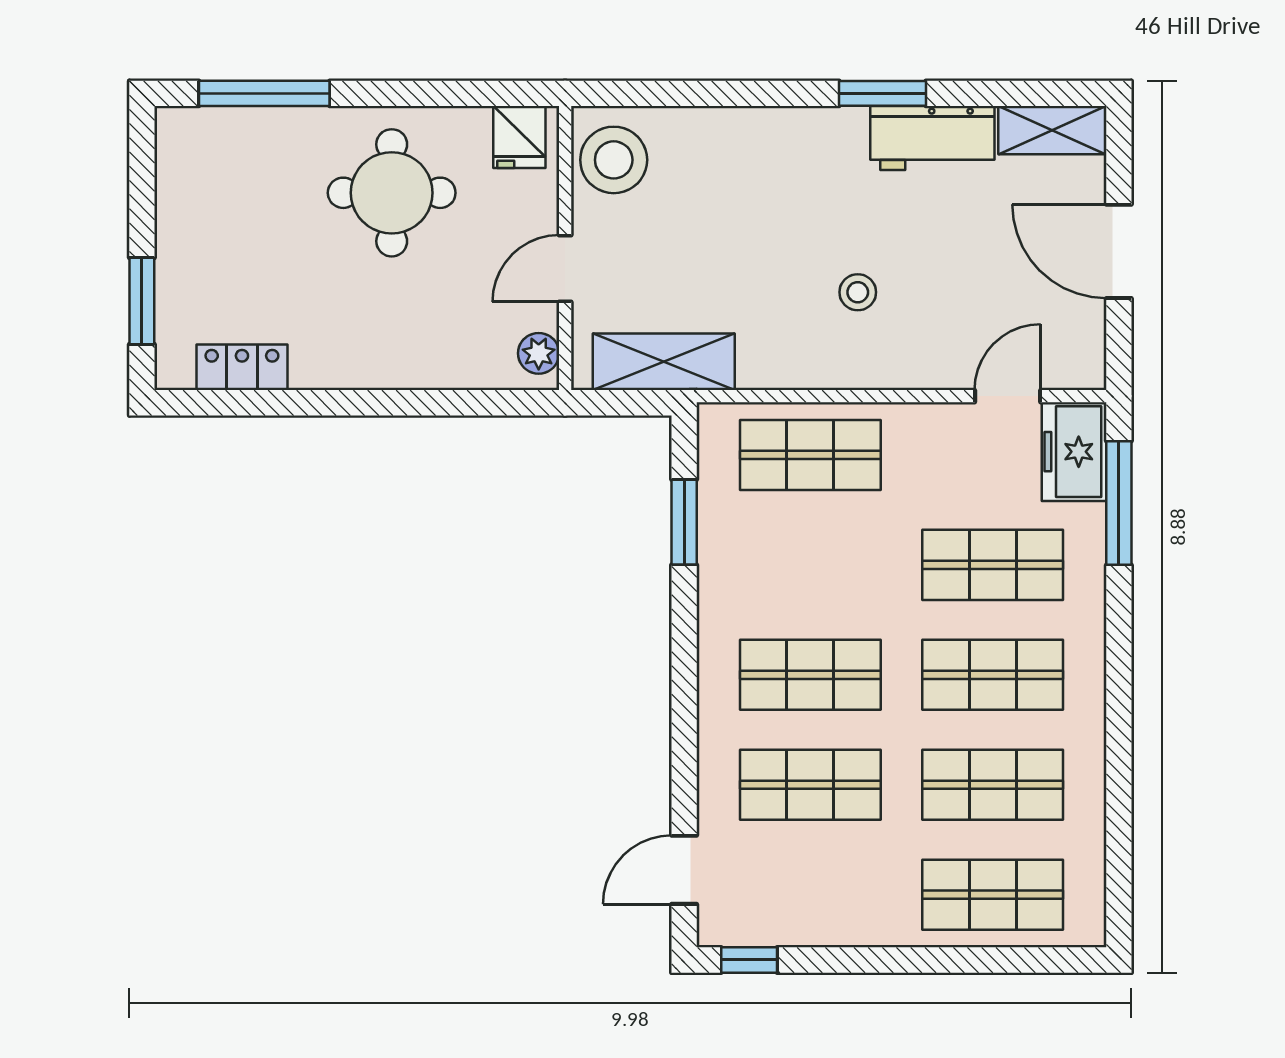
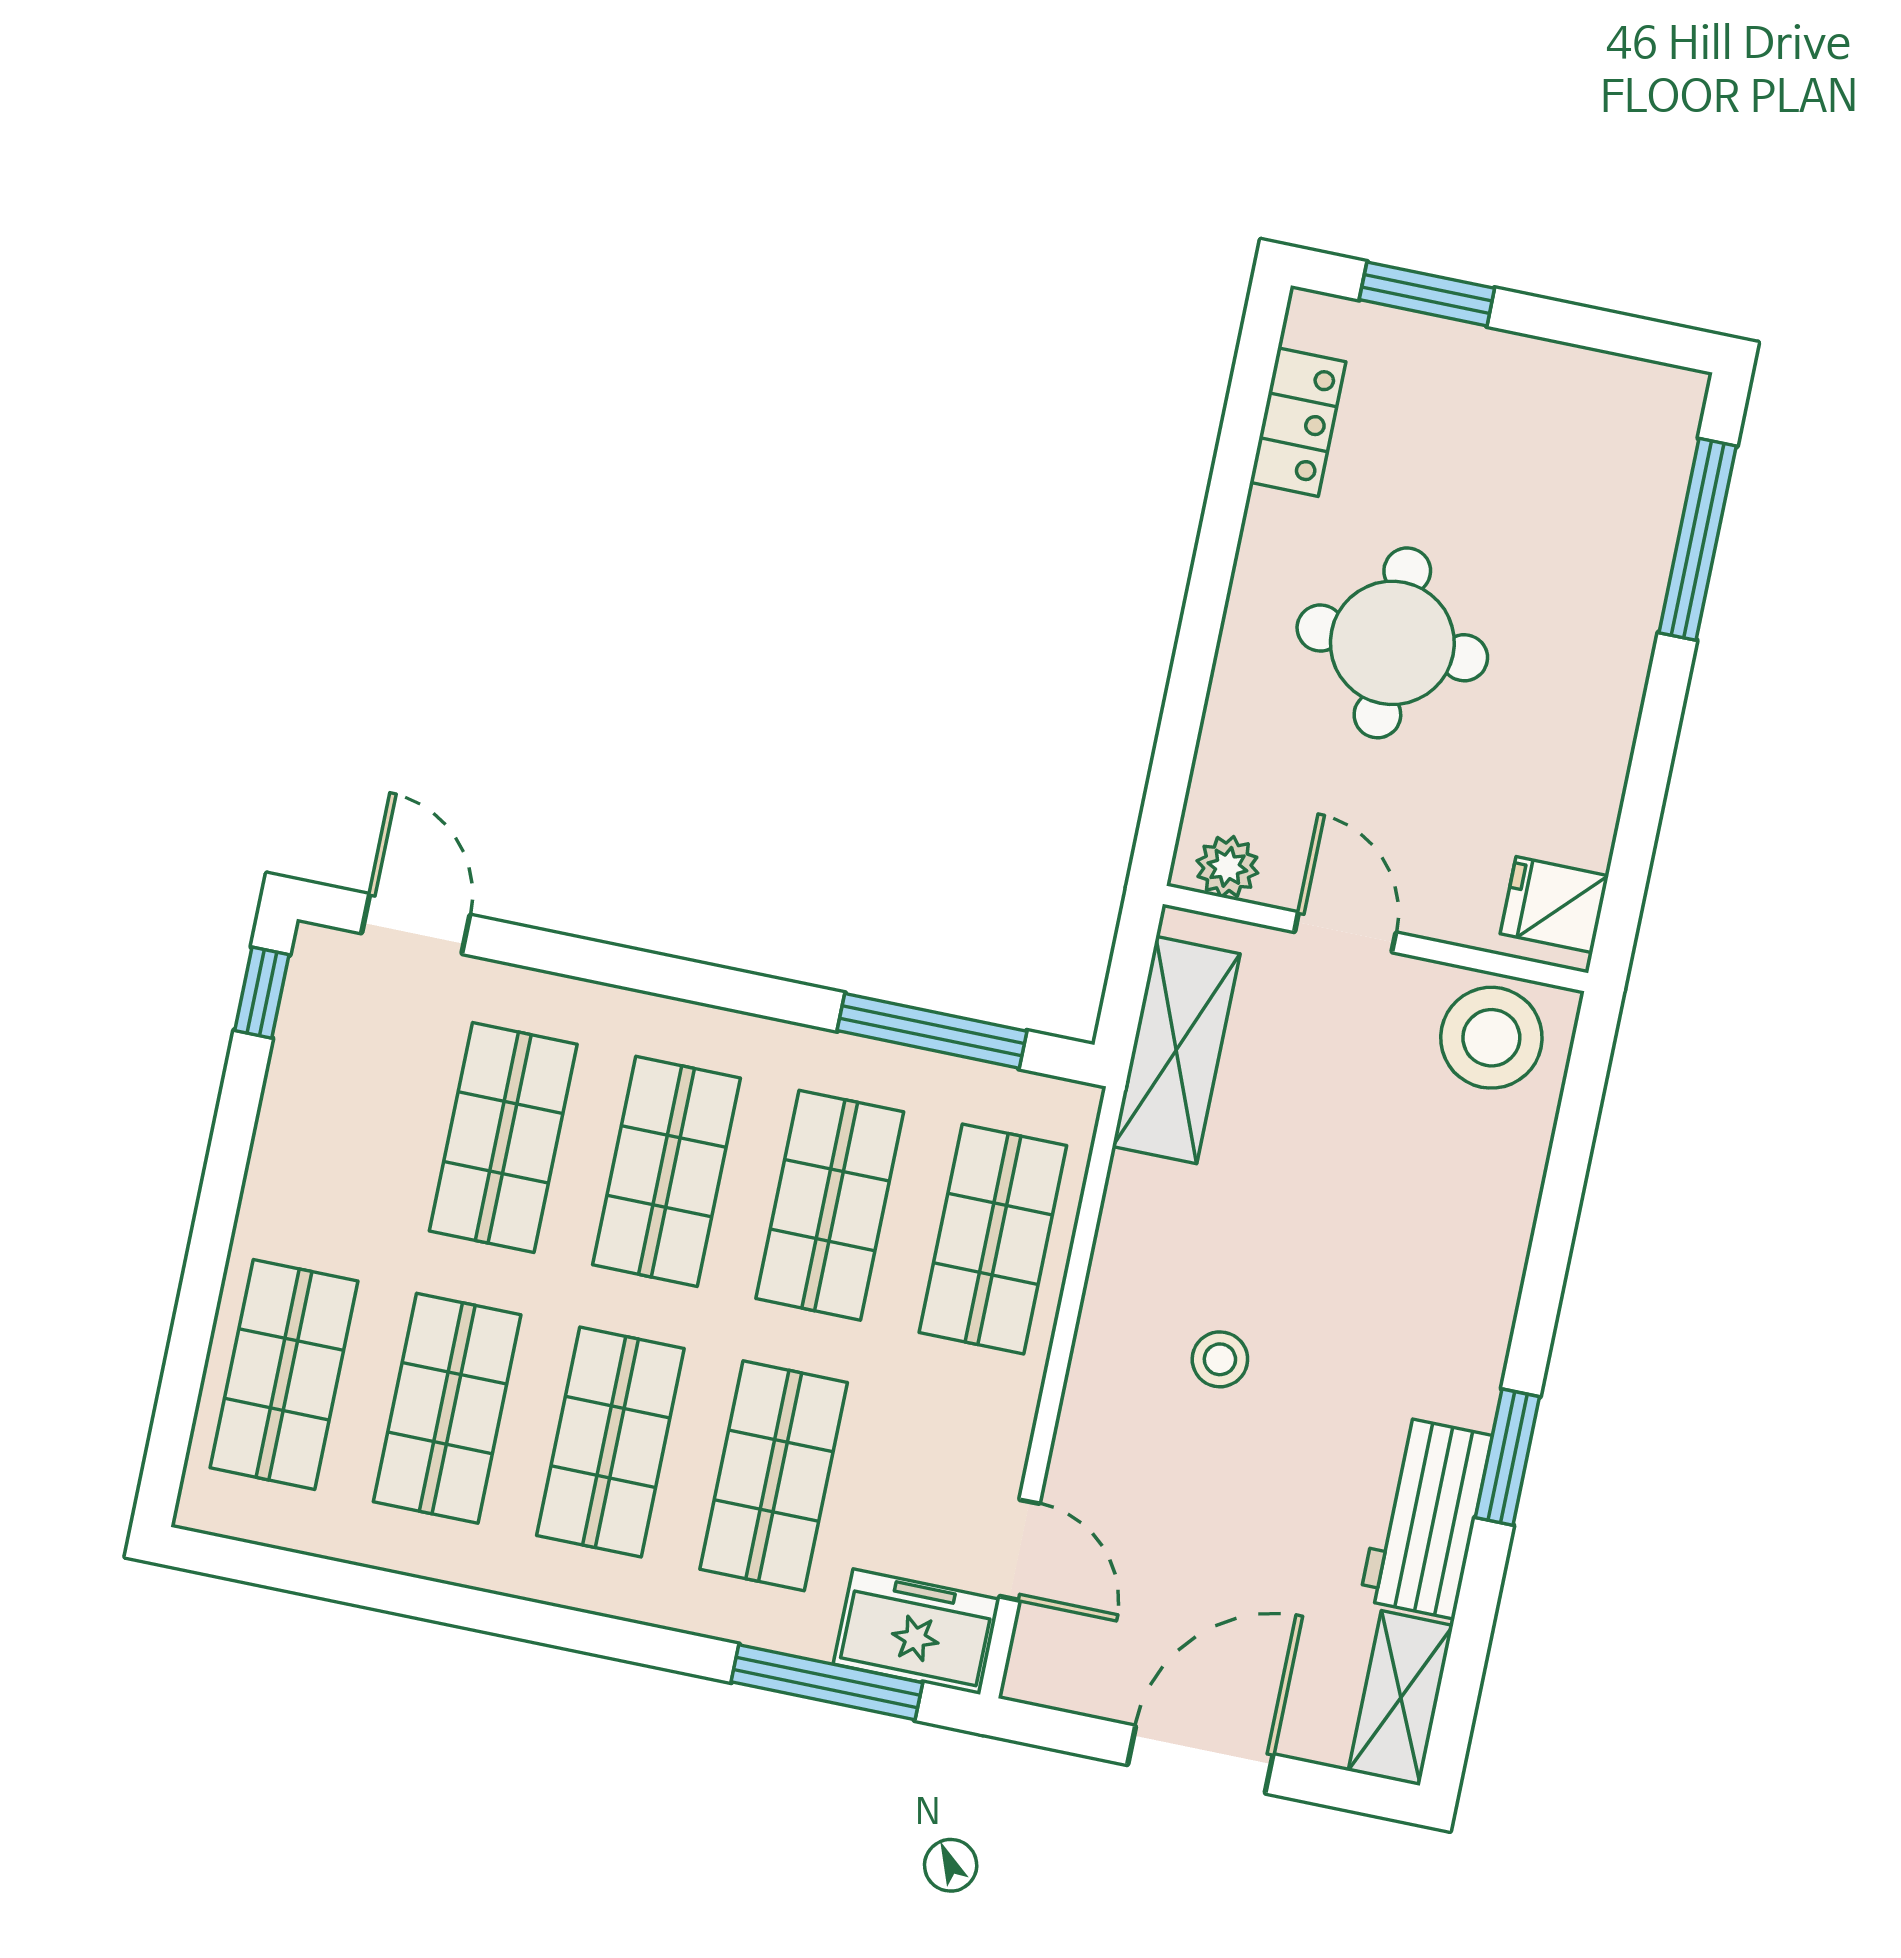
round table: (392, 193) -> (1392, 643), moved
window: (684, 522) -> (932, 1031), width x1.44
shop shelf: (810, 565) -> (830, 1205), added

